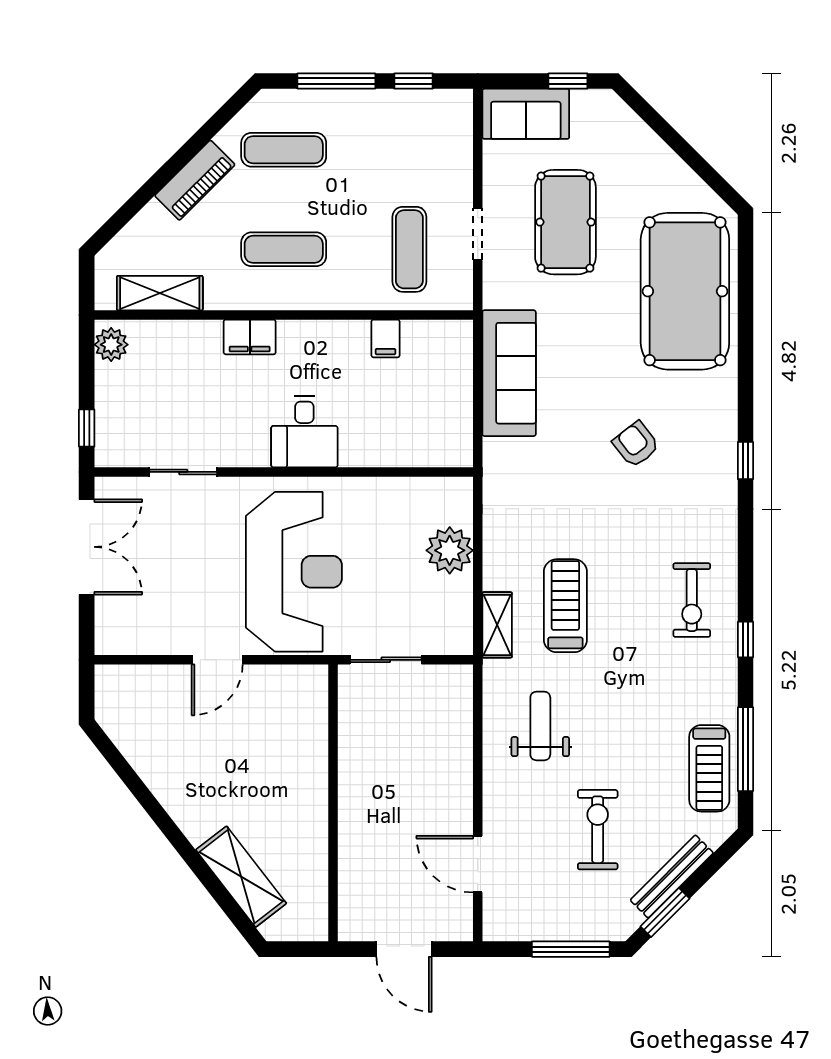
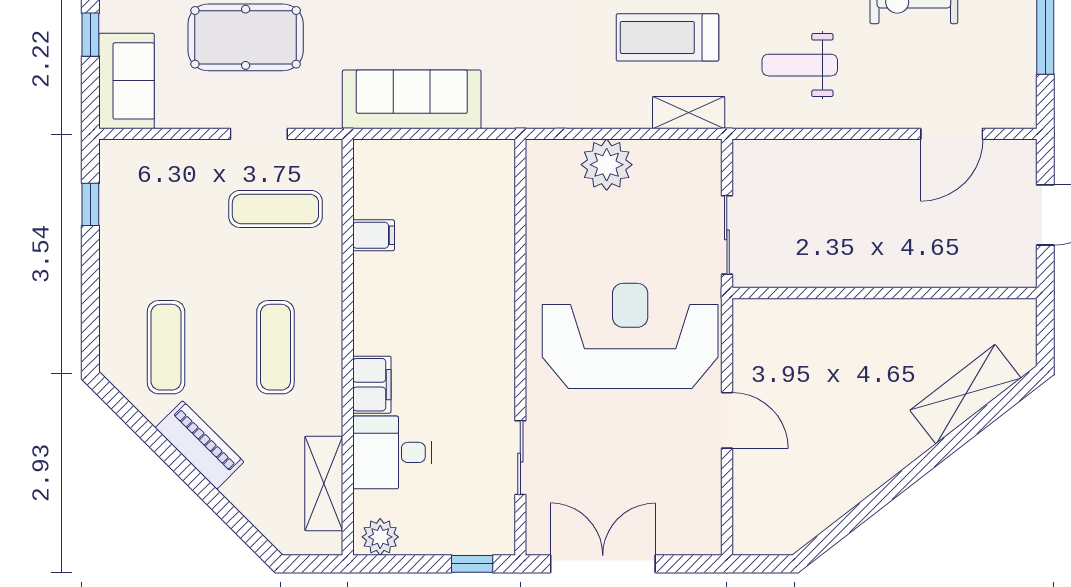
window: (336, 81) -> (90, 289), removed
desk: (304, 432) -> (392, 452), moved, turned 180

